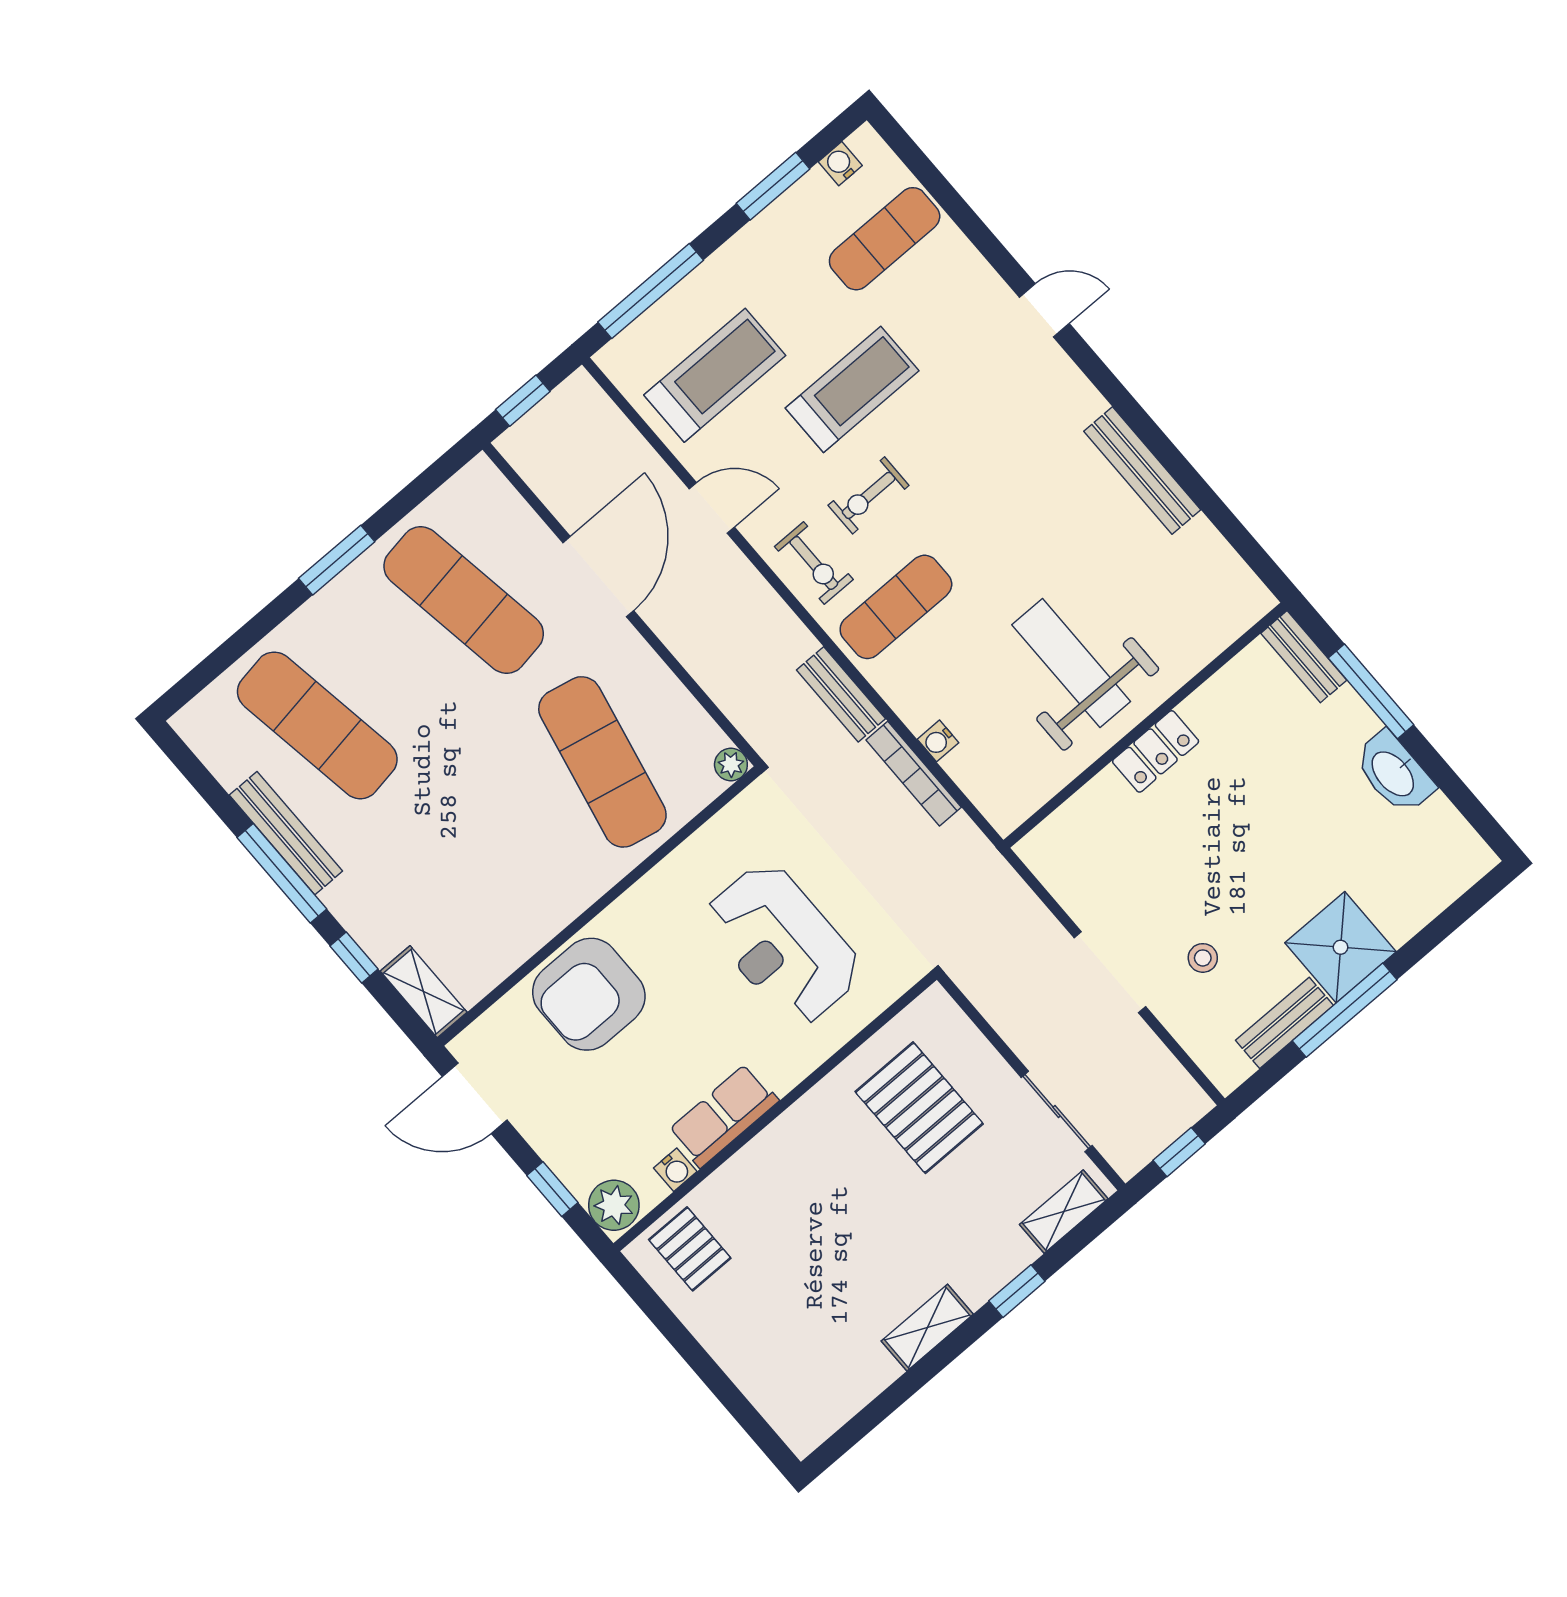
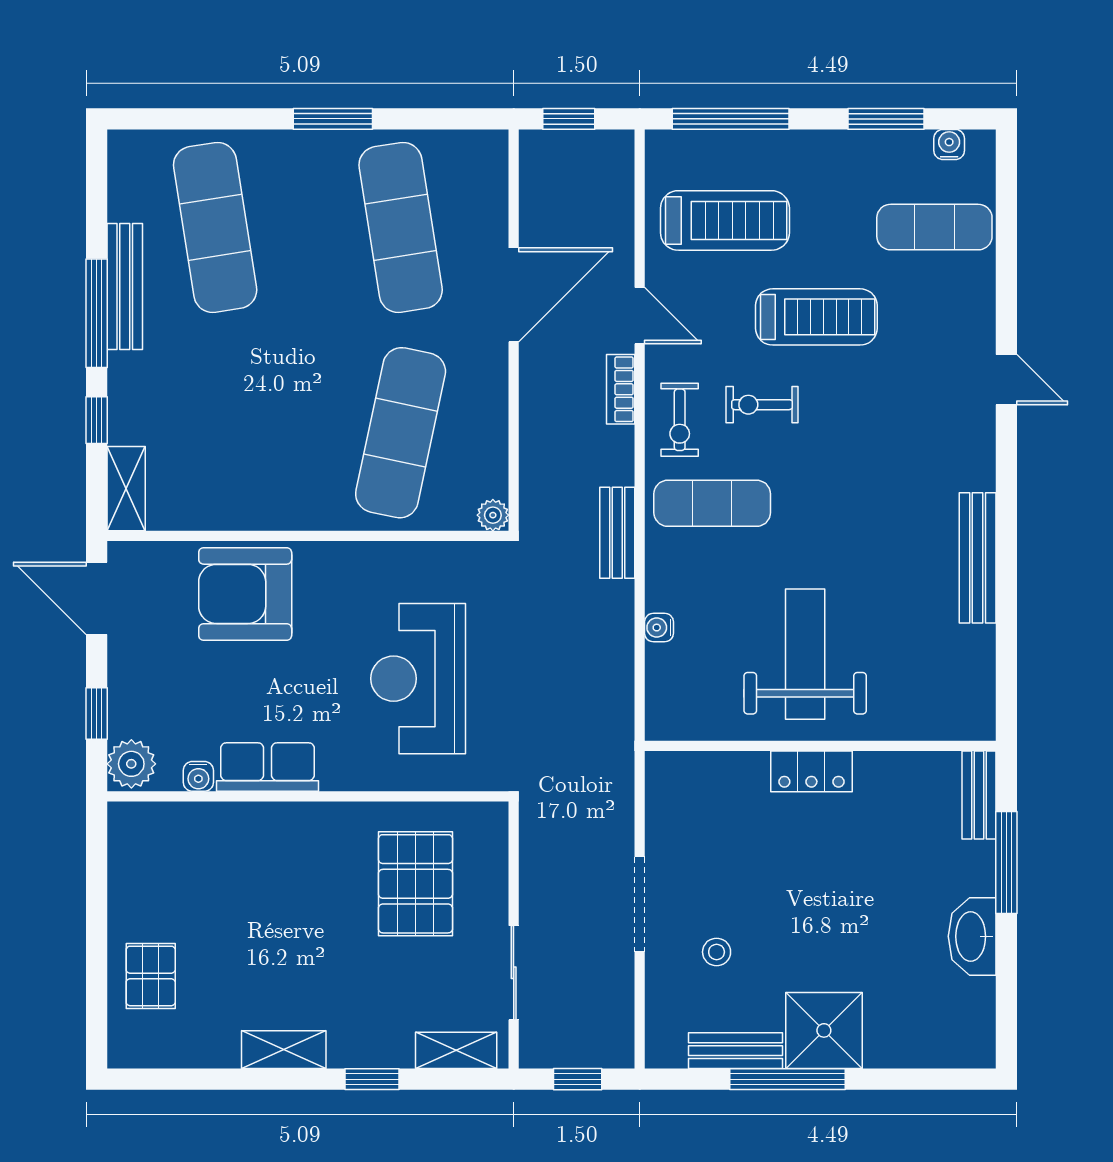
bookcase: (914, 774) -> (621, 389), moved, width x0.64
pallet: (690, 1249) -> (151, 976), moved

